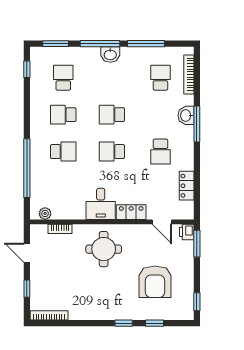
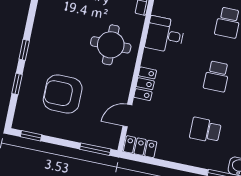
school desk: (112, 152) -> (217, 76), turned 180
locker: (187, 186) -> (140, 147), moved
desk: (101, 204) -> (165, 35), moved
printer: (187, 232) -> (110, 141), removed

